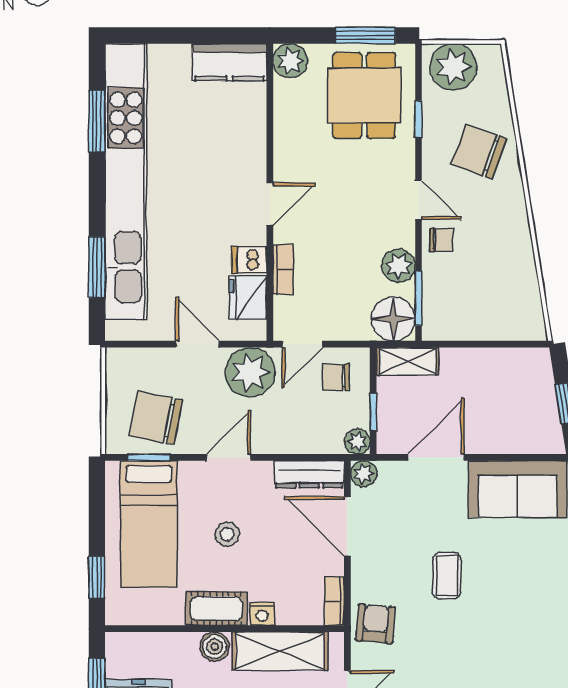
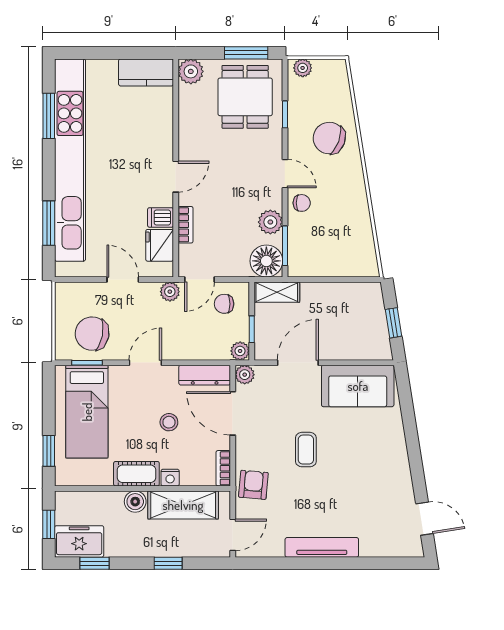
plant: (453, 67) -> (303, 68), width x0.53, depth x0.53
plant: (250, 372) -> (170, 292), width x0.53, depth x0.53
stool: (227, 534) -> (169, 422), moved

